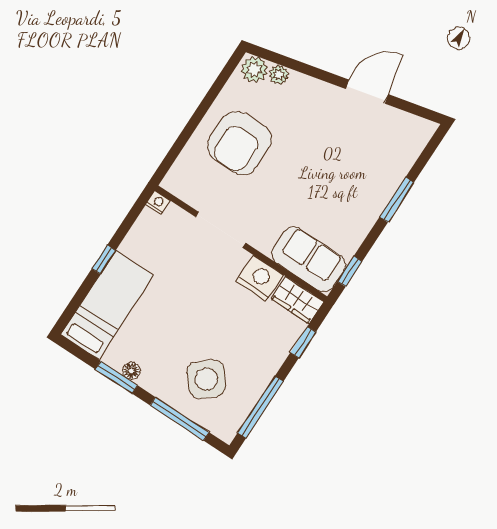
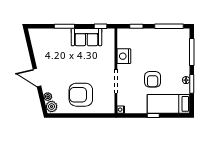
door: (367, 92) -> (37, 78), moved
armchair: (240, 143) -> (81, 95), turned 180
sofa: (309, 259) -> (86, 37), moved, turned -90
wardrobe: (297, 300) -> (123, 38), removed
armchair: (177, 305) -> (153, 79), added
side table: (206, 379) -> (172, 52), removed

